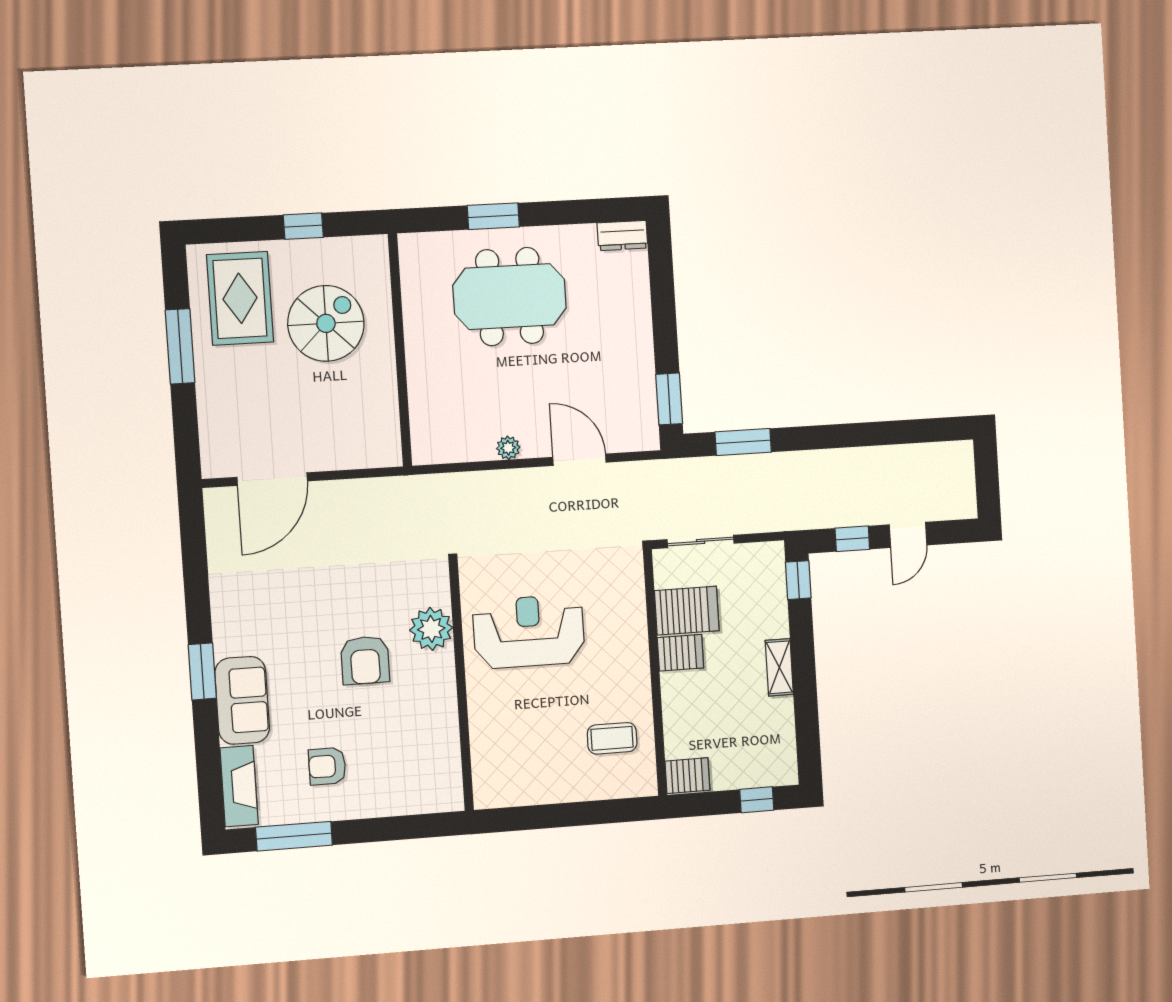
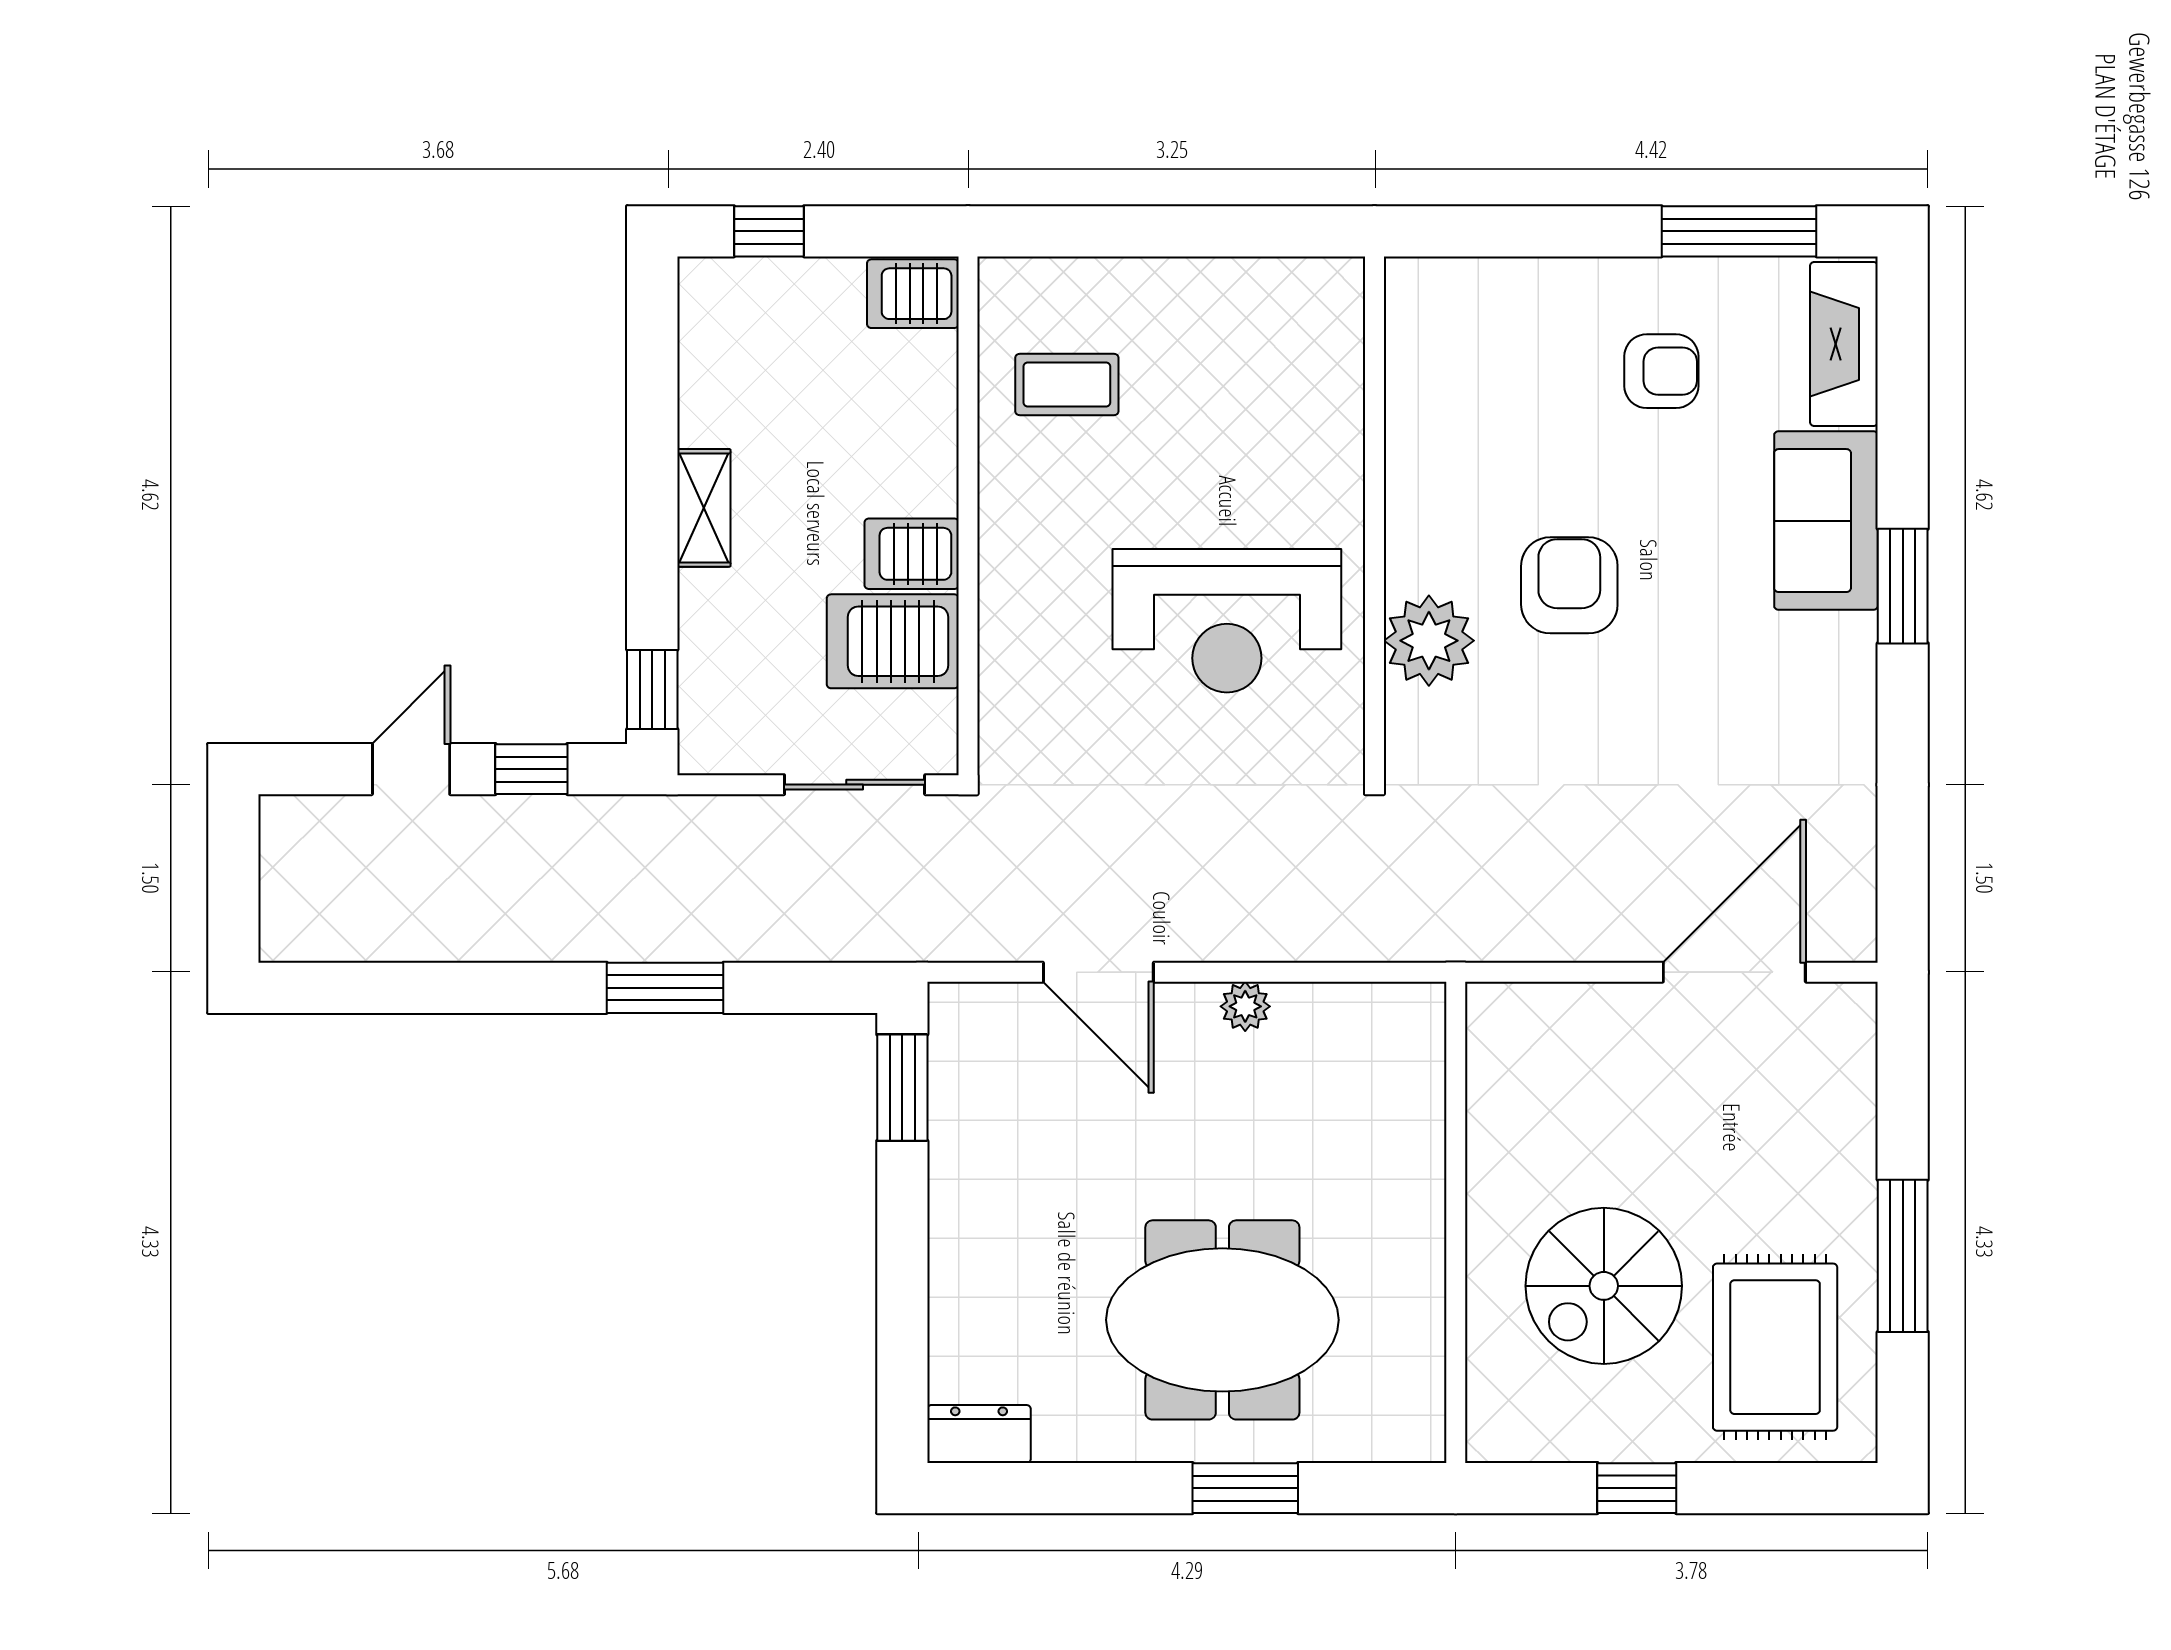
window: (743, 442) -> (665, 988), moved

